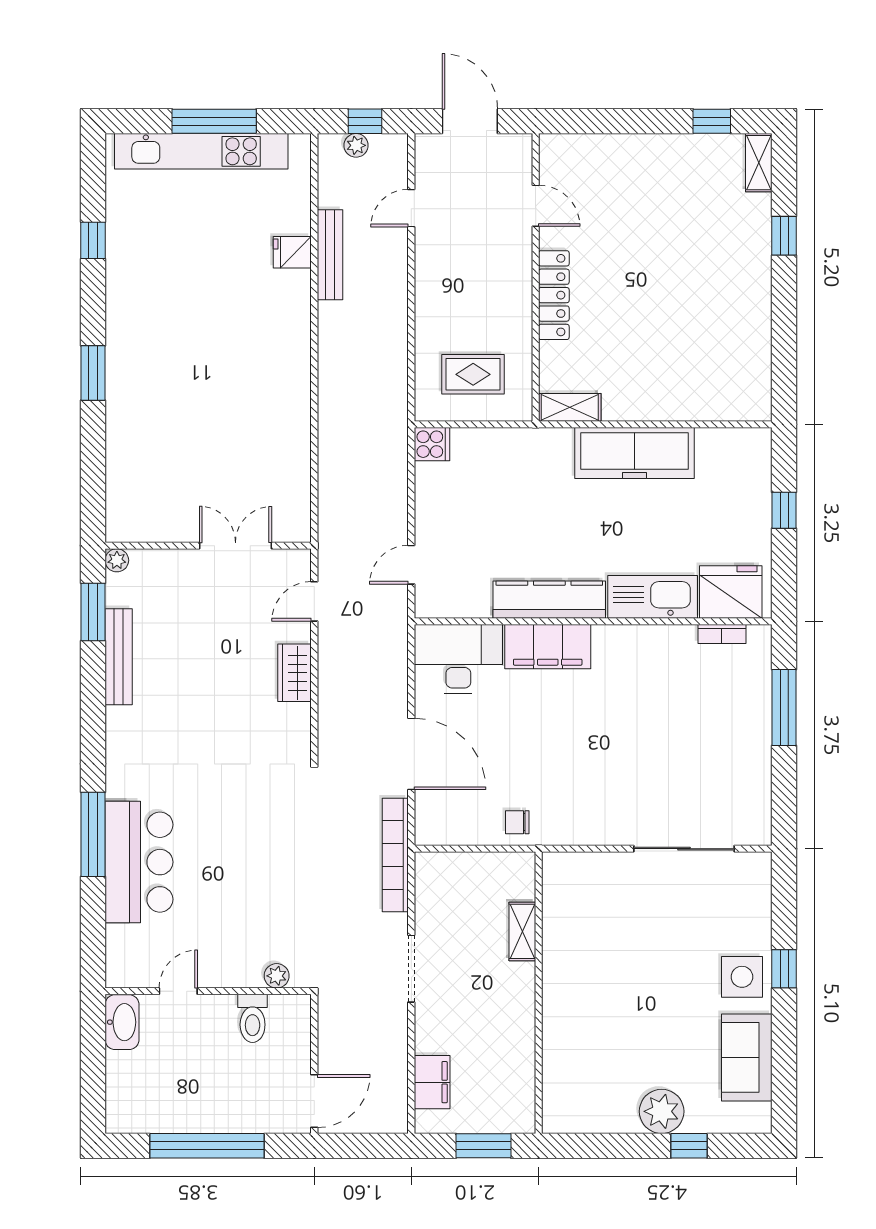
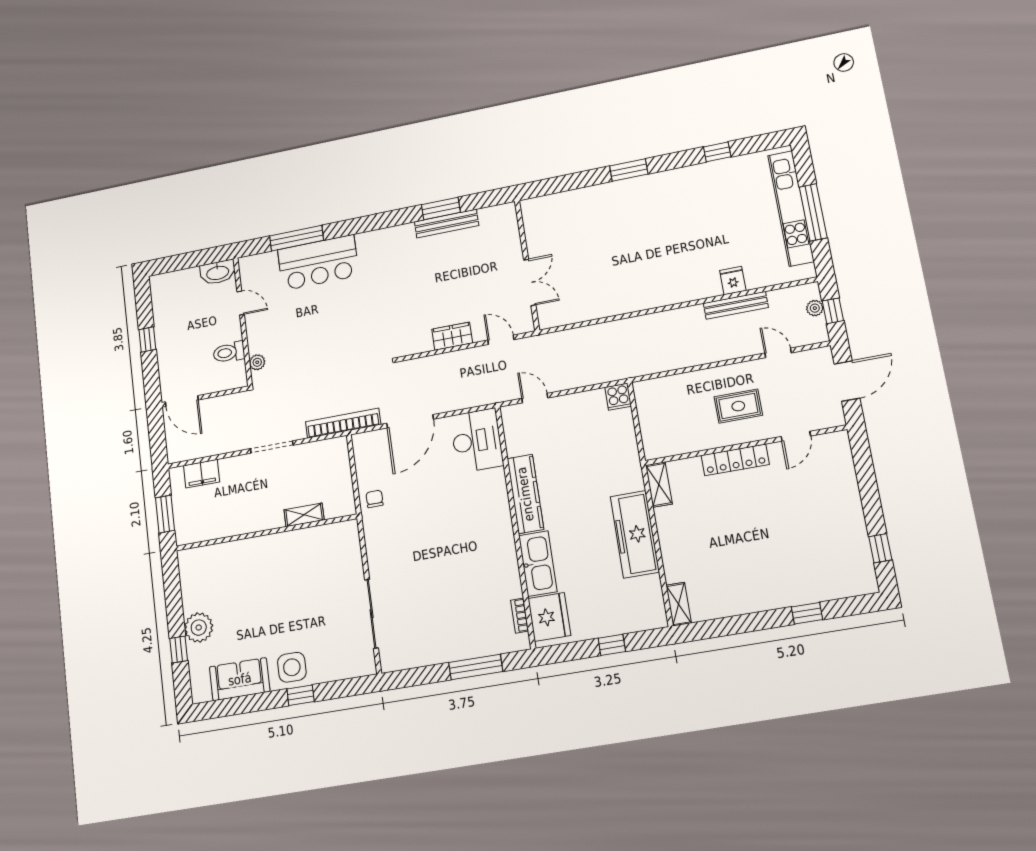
shelving: (759, 163) -> (679, 604), moved, turned 90
rug: (473, 374) -> (738, 406), moved, turned 90
plant: (117, 560) -> (509, 210), removed
window: (93, 612) -> (441, 209), moved
filing cabinet: (548, 647) -> (494, 498), removed
window: (93, 834) -> (296, 238), moved
window: (207, 1146) -> (147, 340), width x0.32

